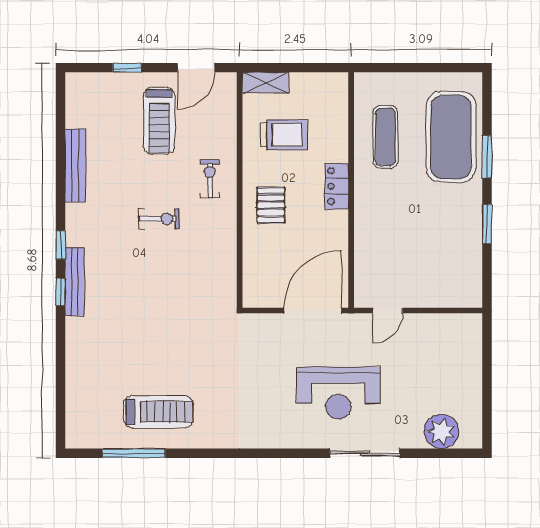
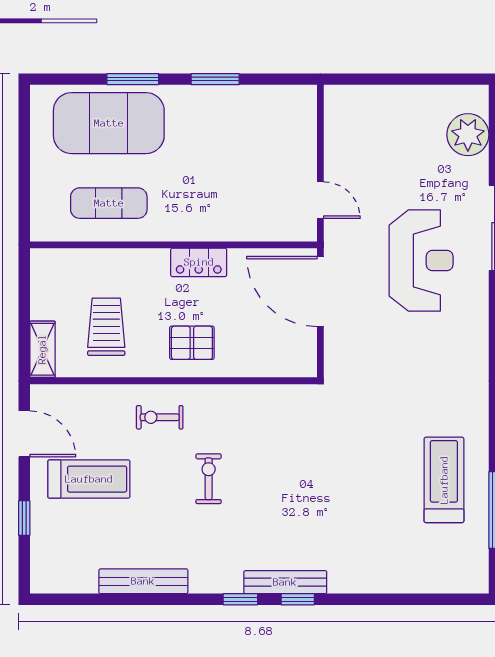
locker: (337, 186) -> (199, 262), moved

